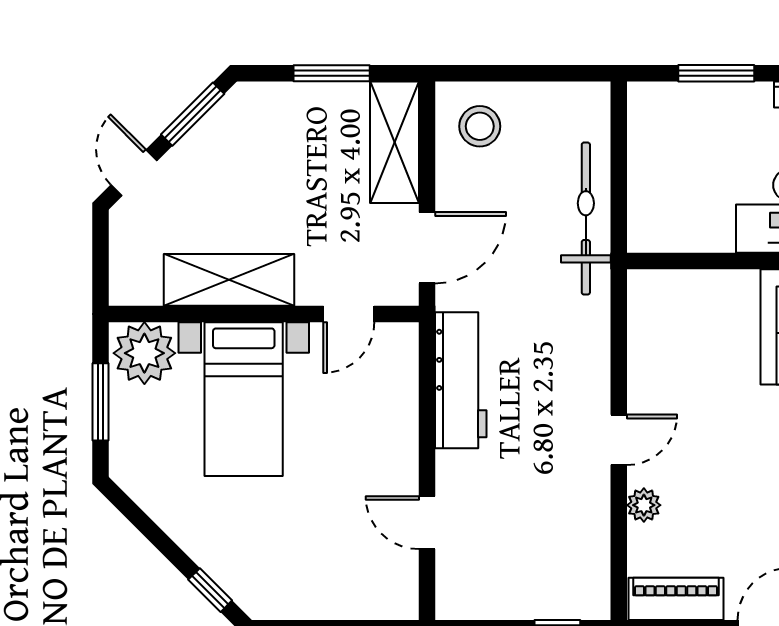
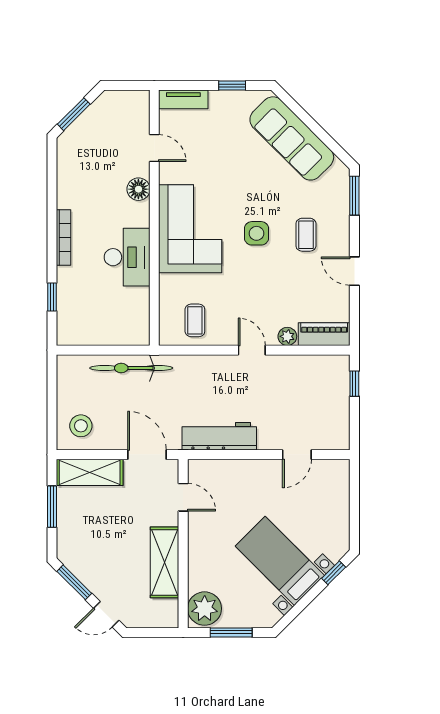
window: (716, 73) -> (52, 297), width x0.67
coffee table: (673, 336) -> (195, 320), added
bed with nightstands: (244, 399) -> (280, 561), moved, turned -135
piano: (676, 599) -> (324, 334), moved, turned 90

